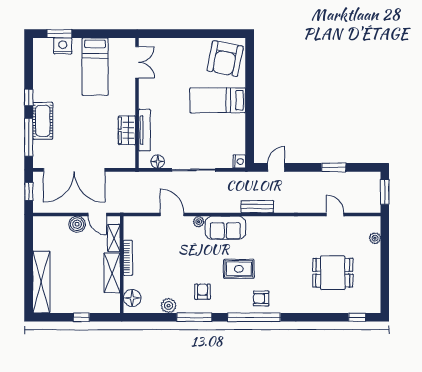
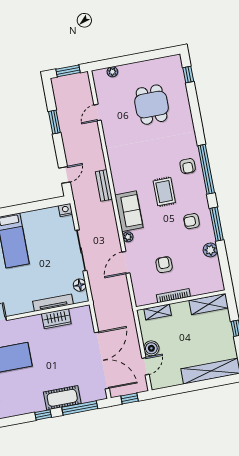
door: (276, 167) -> (64, 175), swing flipped
door: (97, 214) -> (145, 366), moved
armchair: (162, 254) -> (164, 265), added
shelving: (112, 273) -> (209, 304), moved
floor lamp: (132, 298) -> (210, 285), removed

